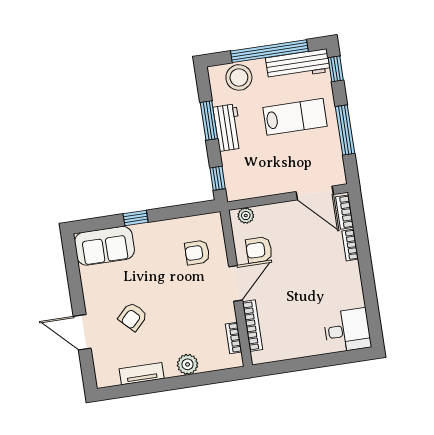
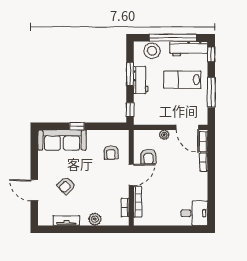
lab bench: (295, 117) -> (182, 80), turned 180
plant: (246, 216) -> (164, 135), moved
sofa: (105, 246) -> (62, 140), width x1.36
armchair: (259, 250) -> (148, 157), turned -90
armchair: (197, 252) -> (111, 153), turned -92

